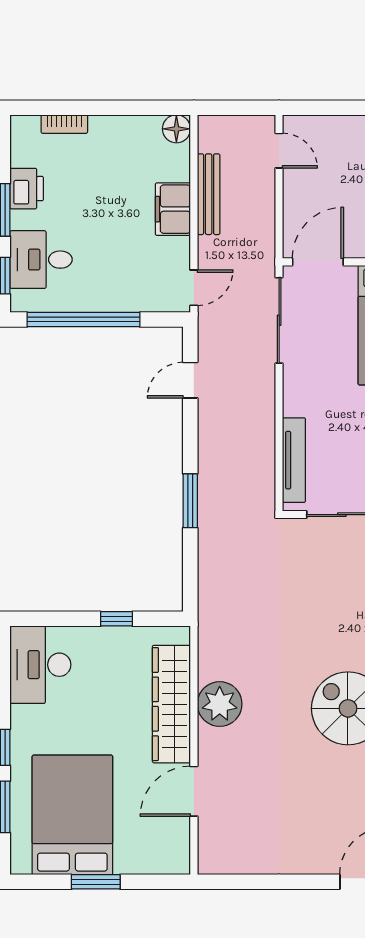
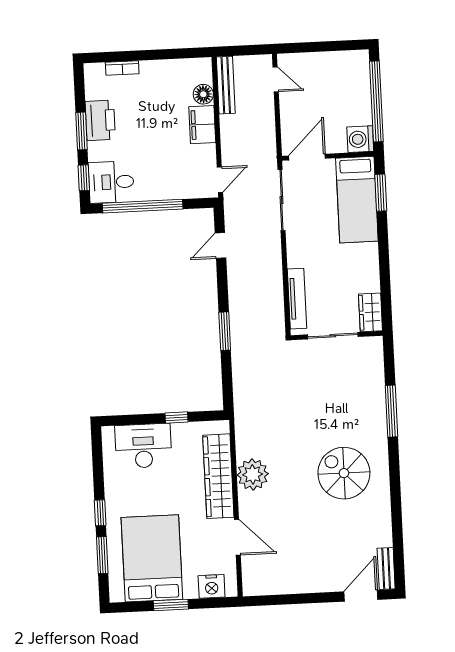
floor lamp: (176, 129) -> (203, 94), moved
printer: (27, 189) -> (100, 120), width x1.37, depth x1.19
bench: (209, 194) -> (226, 85), moved
desk: (41, 260) -> (111, 182), moved
desk: (40, 665) -> (143, 446), moved, turned 90
door: (194, 791) -> (237, 537), swing flipped
nightstand: (154, 858) -> (212, 586), added

